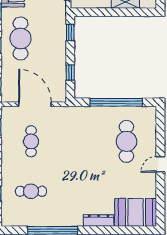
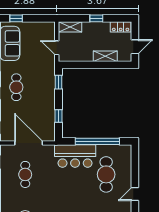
cafe table: (21, 38) -> (16, 87), width x0.73, depth x0.74
bar counter: (90, 120) -> (75, 156), added

